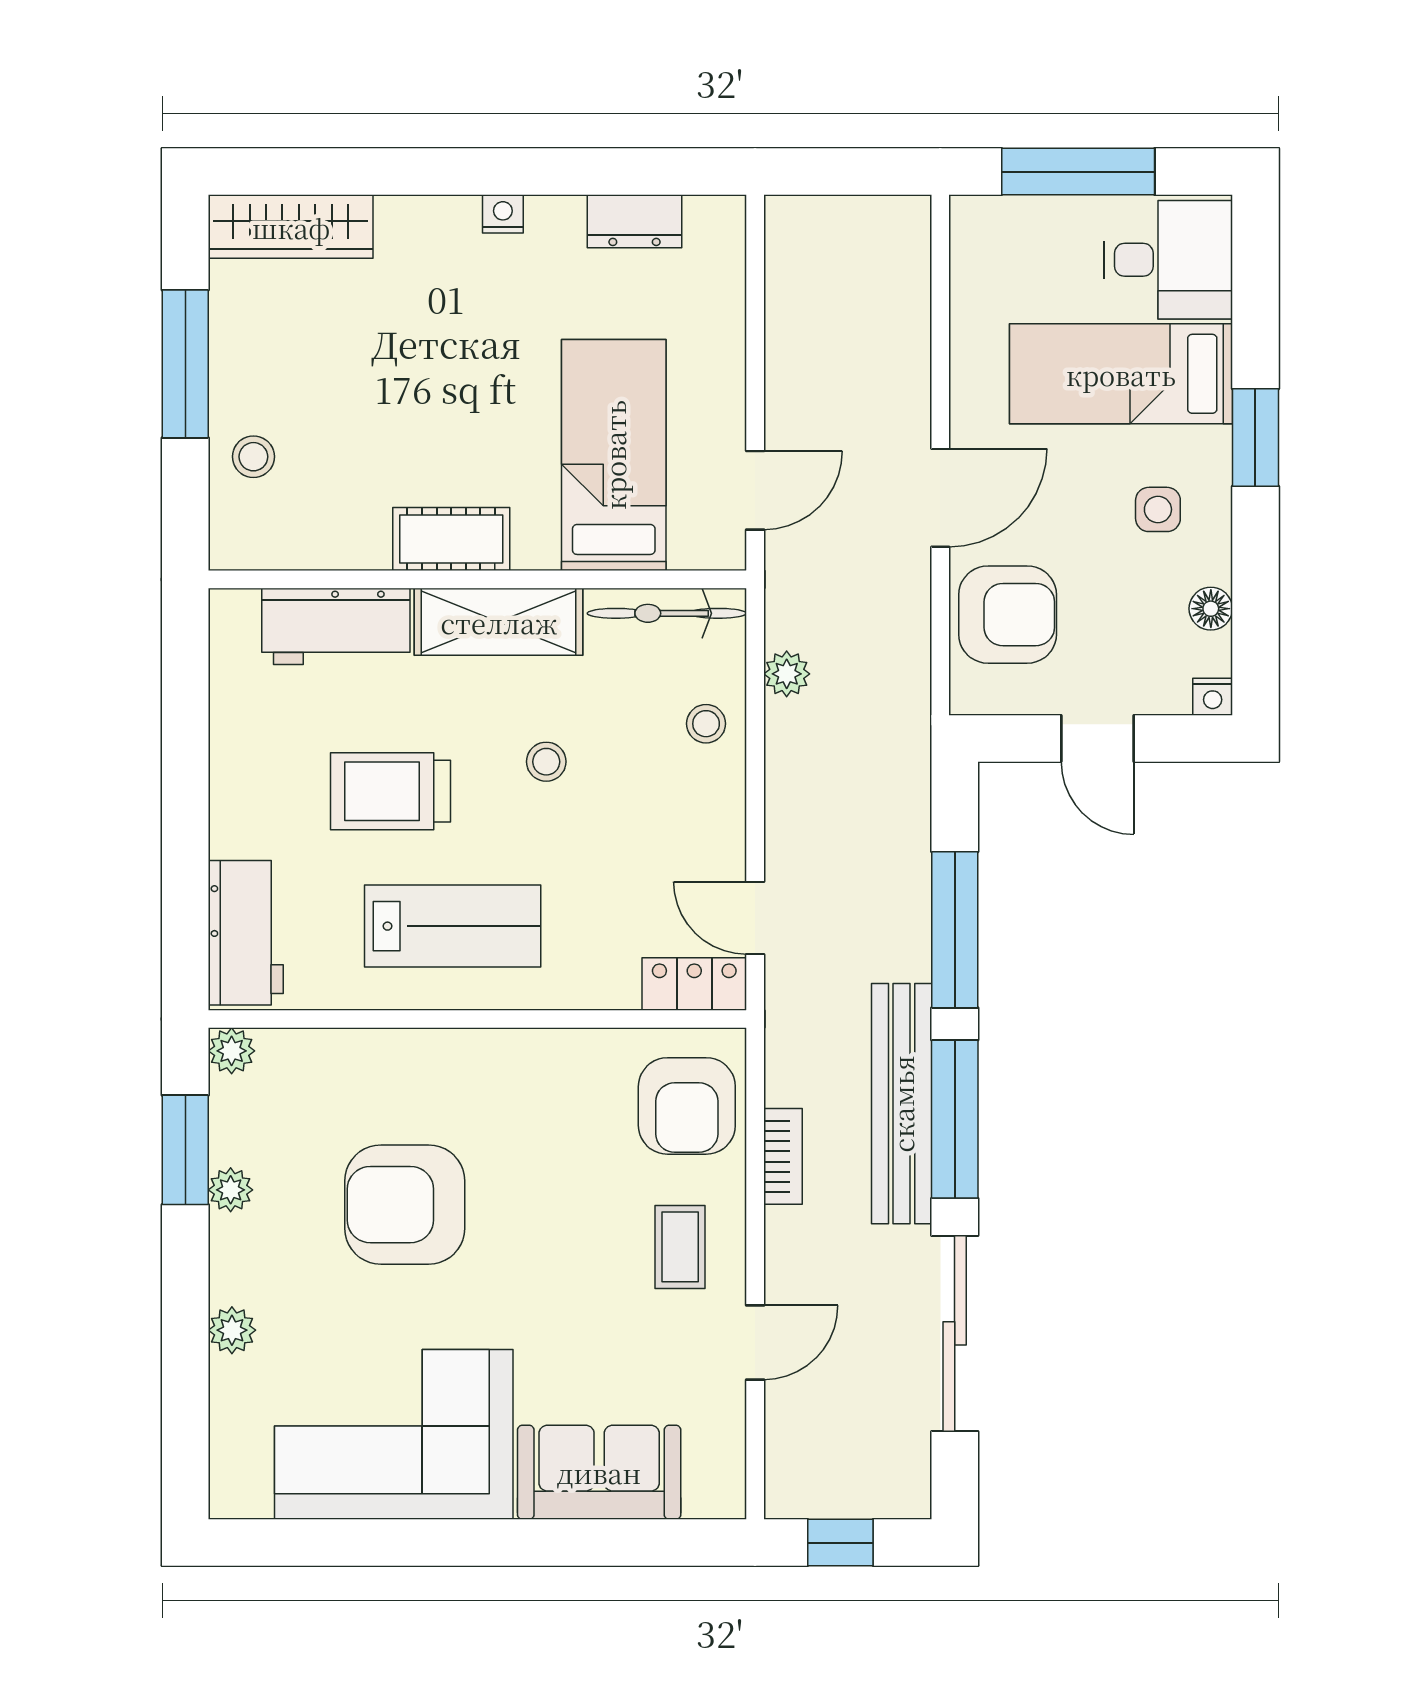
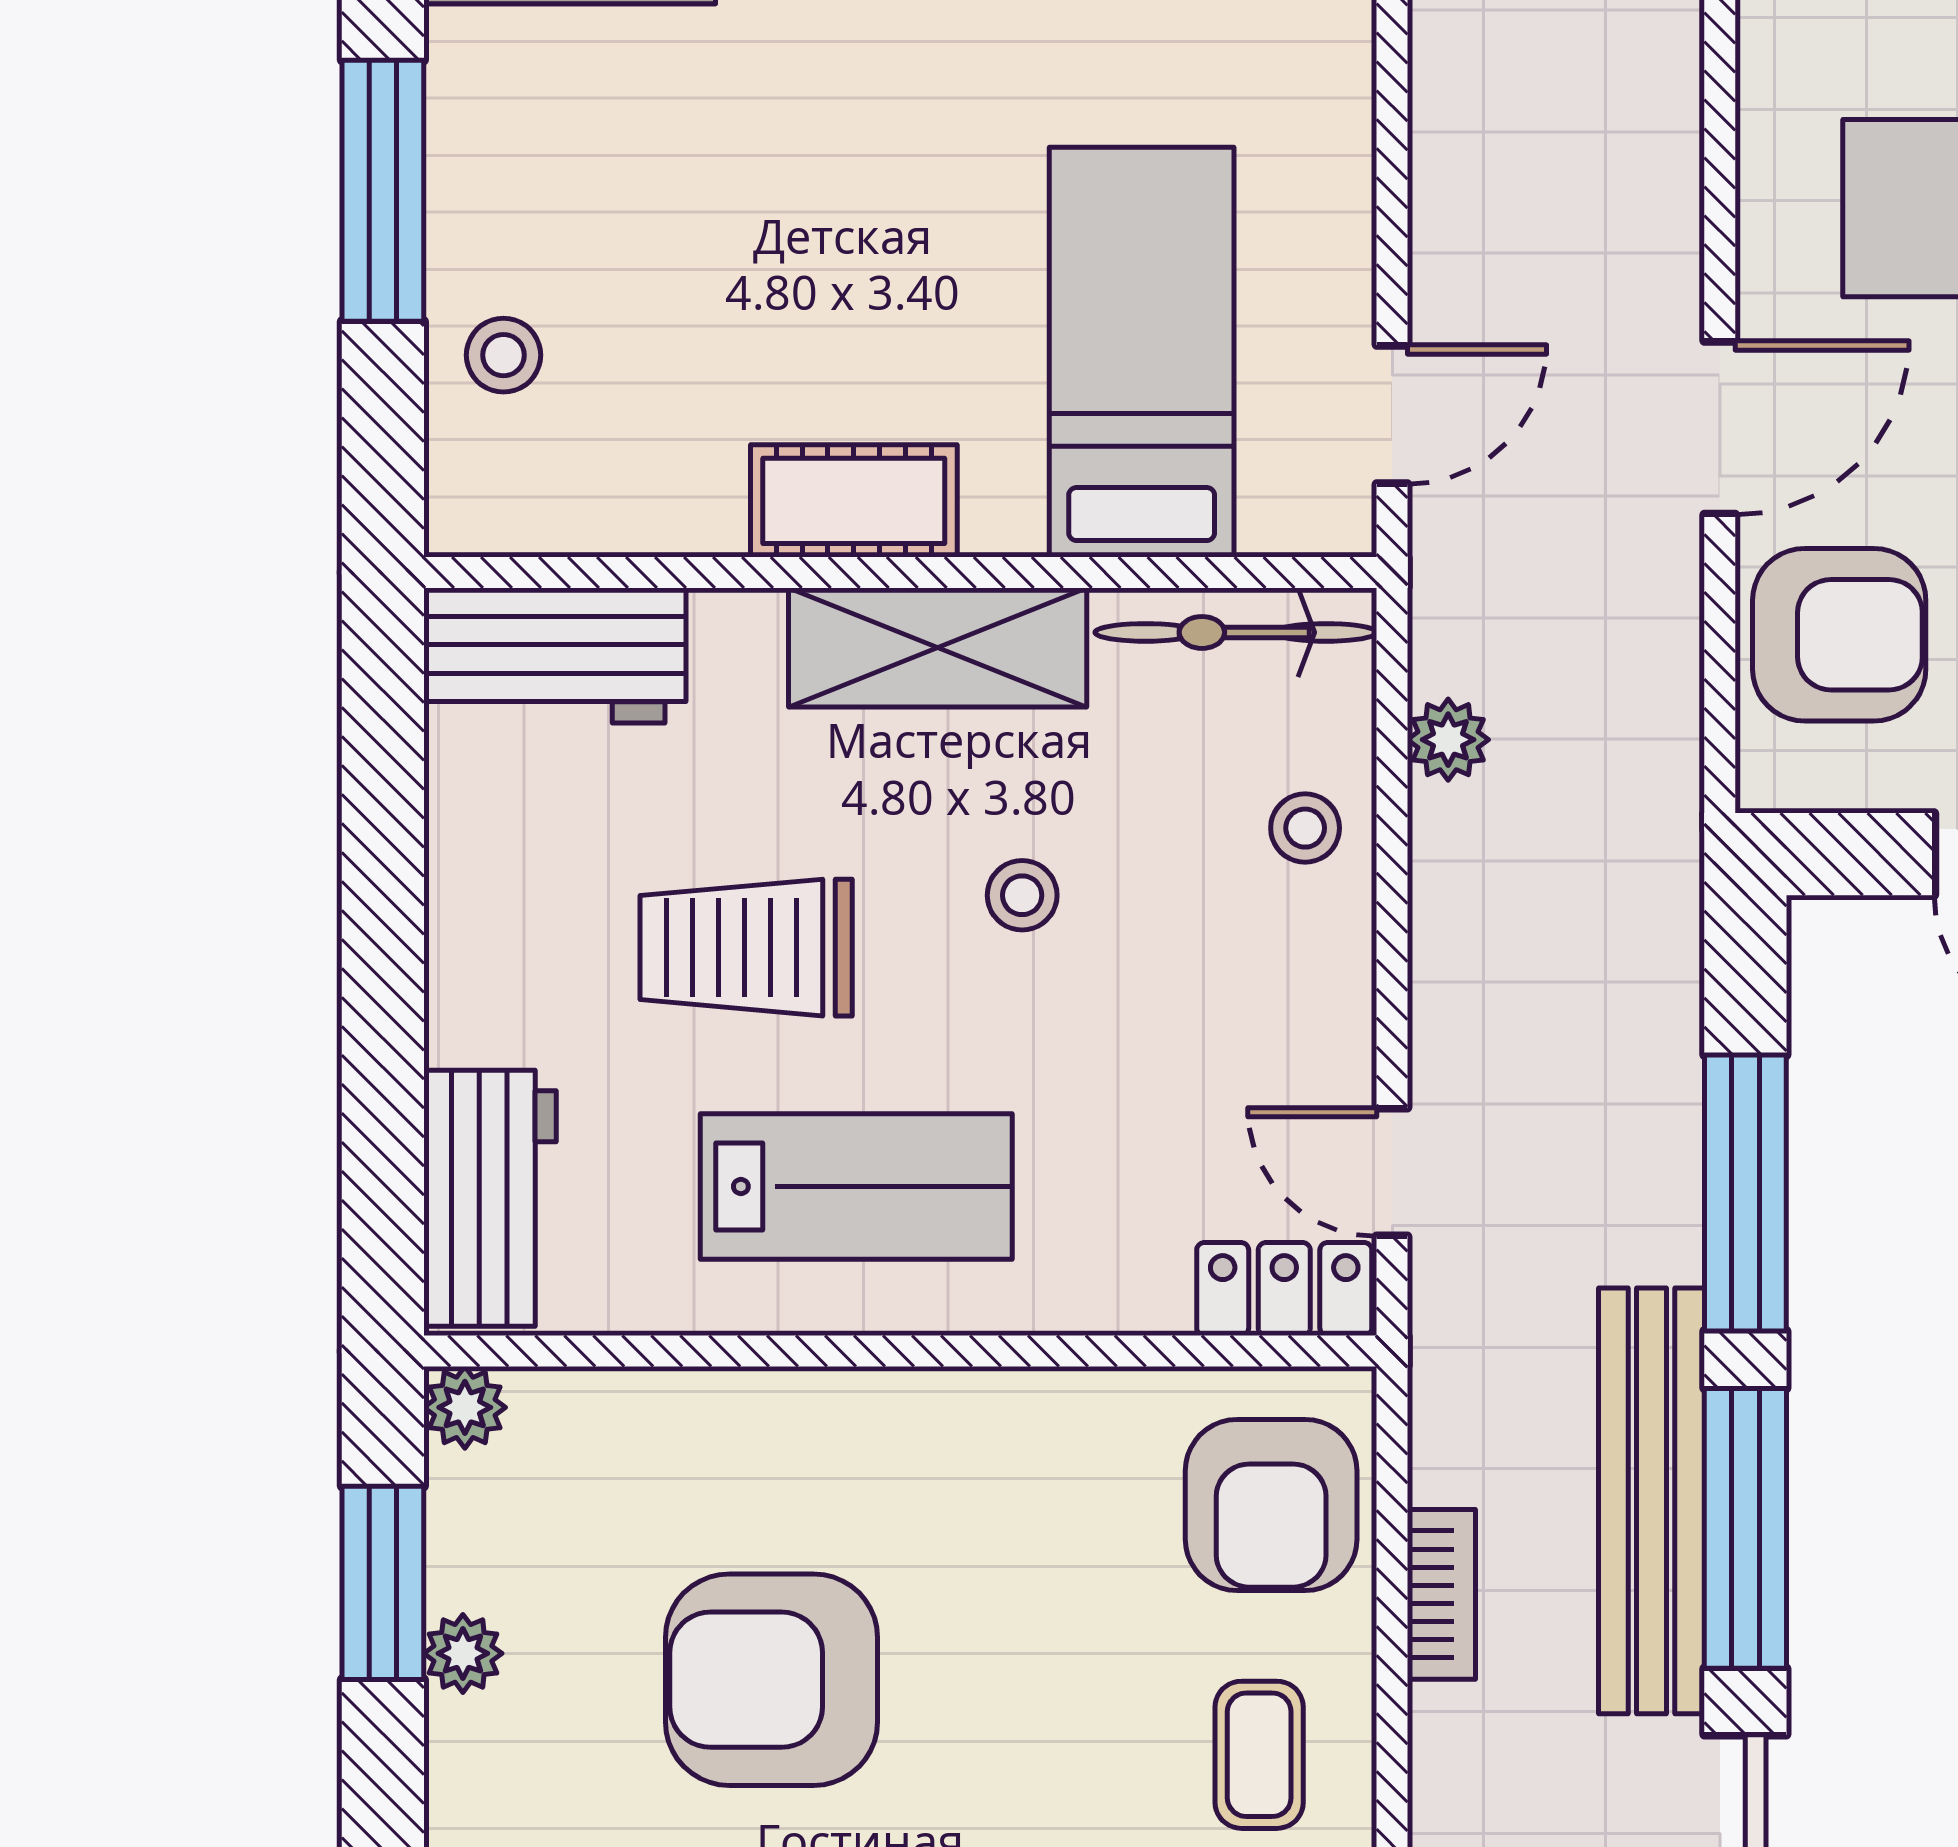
workbench: (336, 626) -> (555, 656), moved

